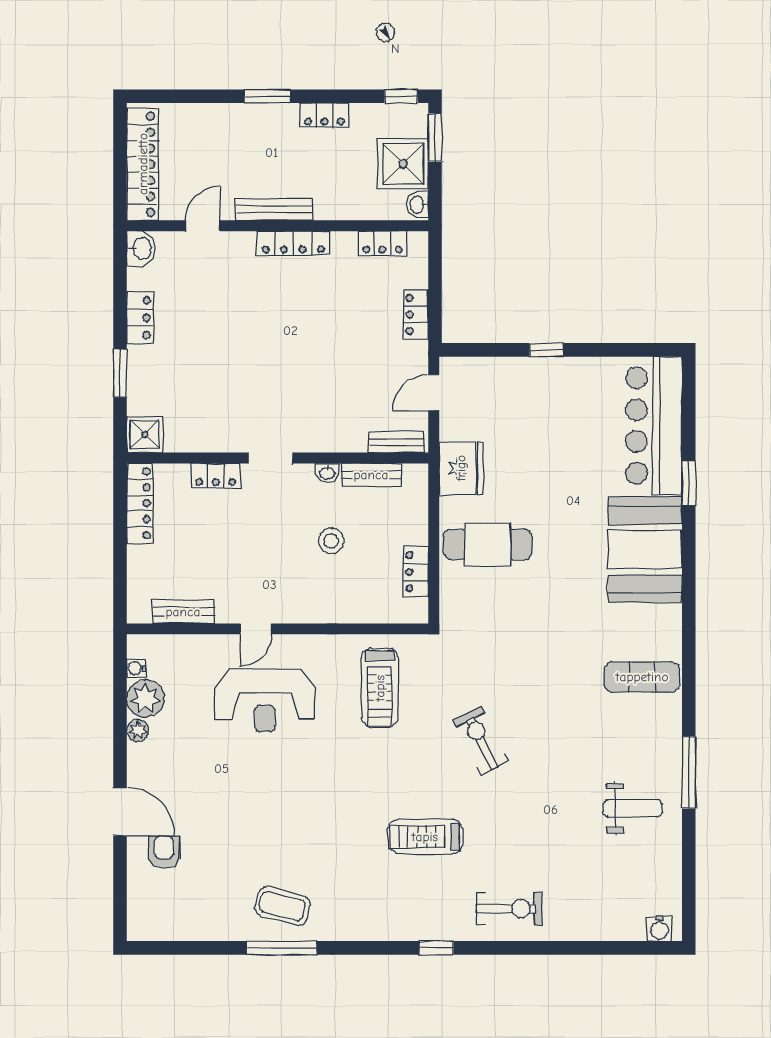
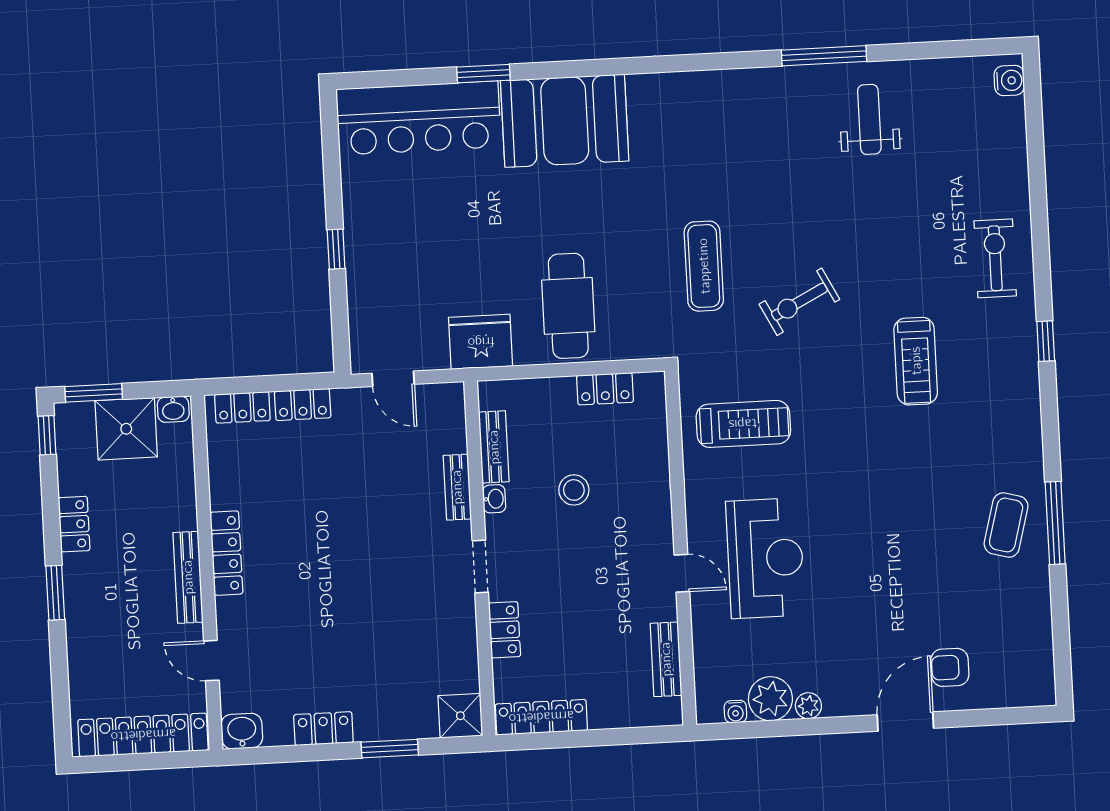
locker: (383, 243) -> (242, 407), moved, turned 90
bench: (396, 442) -> (457, 487), moved
exercise mat: (642, 677) -> (704, 266), moved

